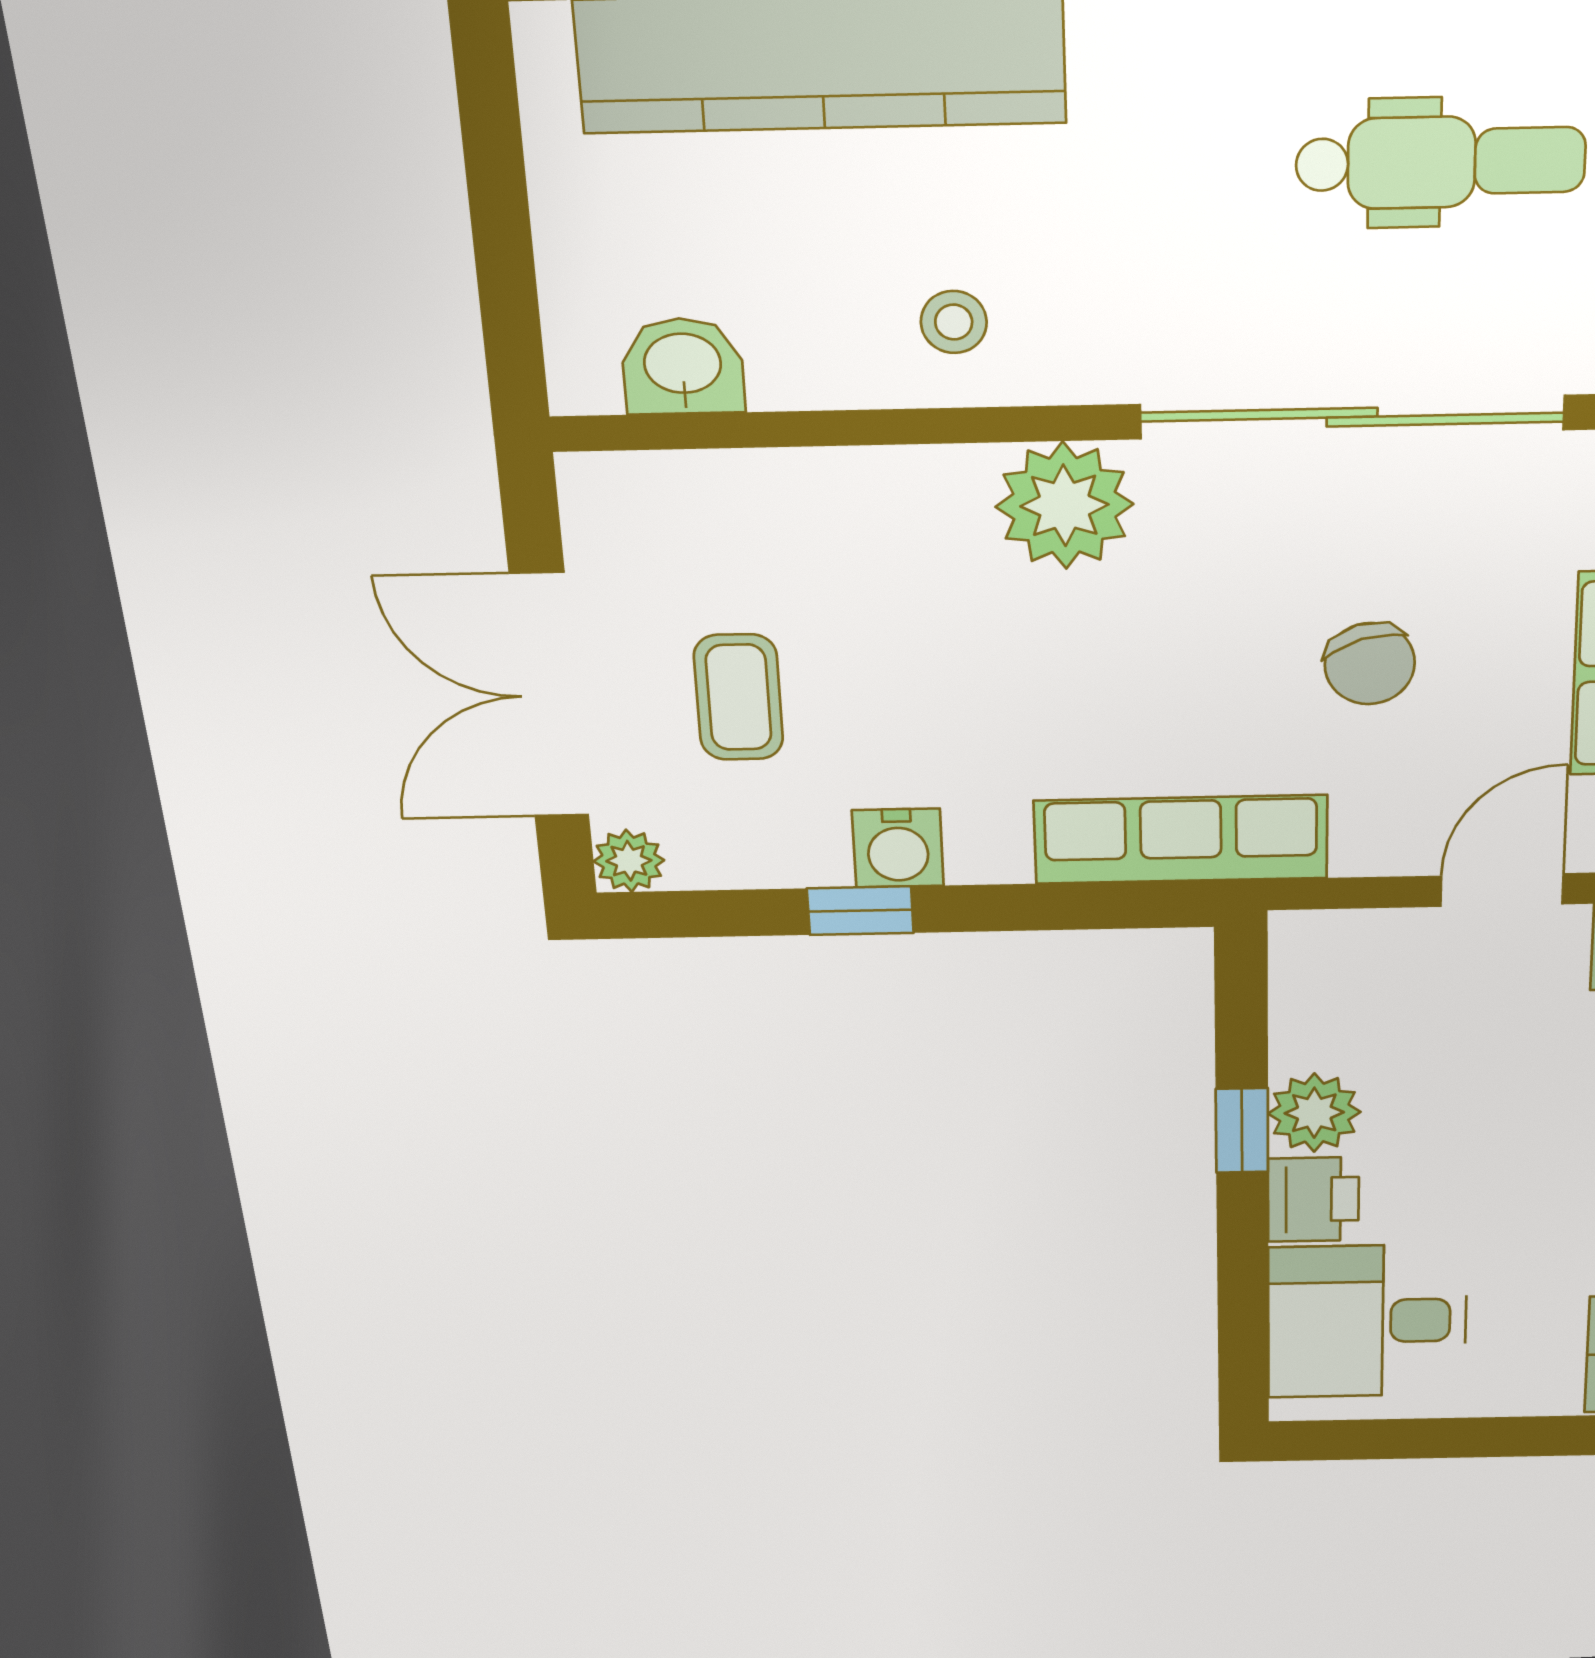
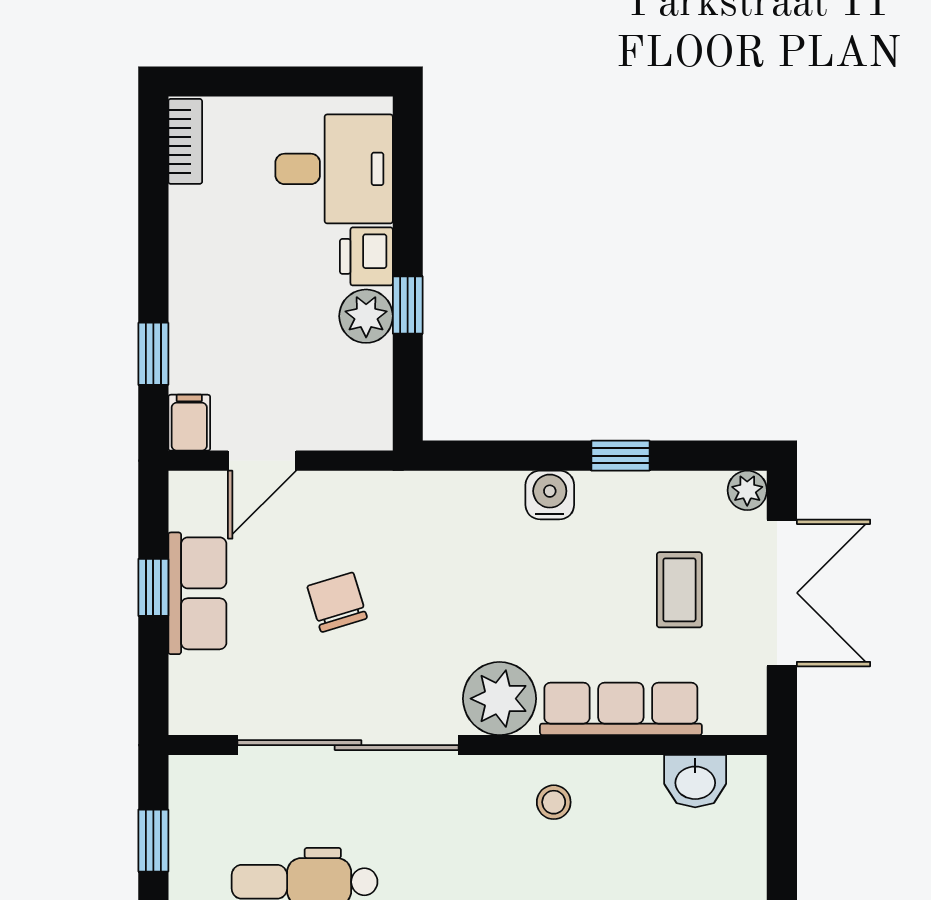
row of seats: (1181, 839) -> (621, 709), moved, turned 180
water cooler: (898, 848) -> (550, 495), moved

